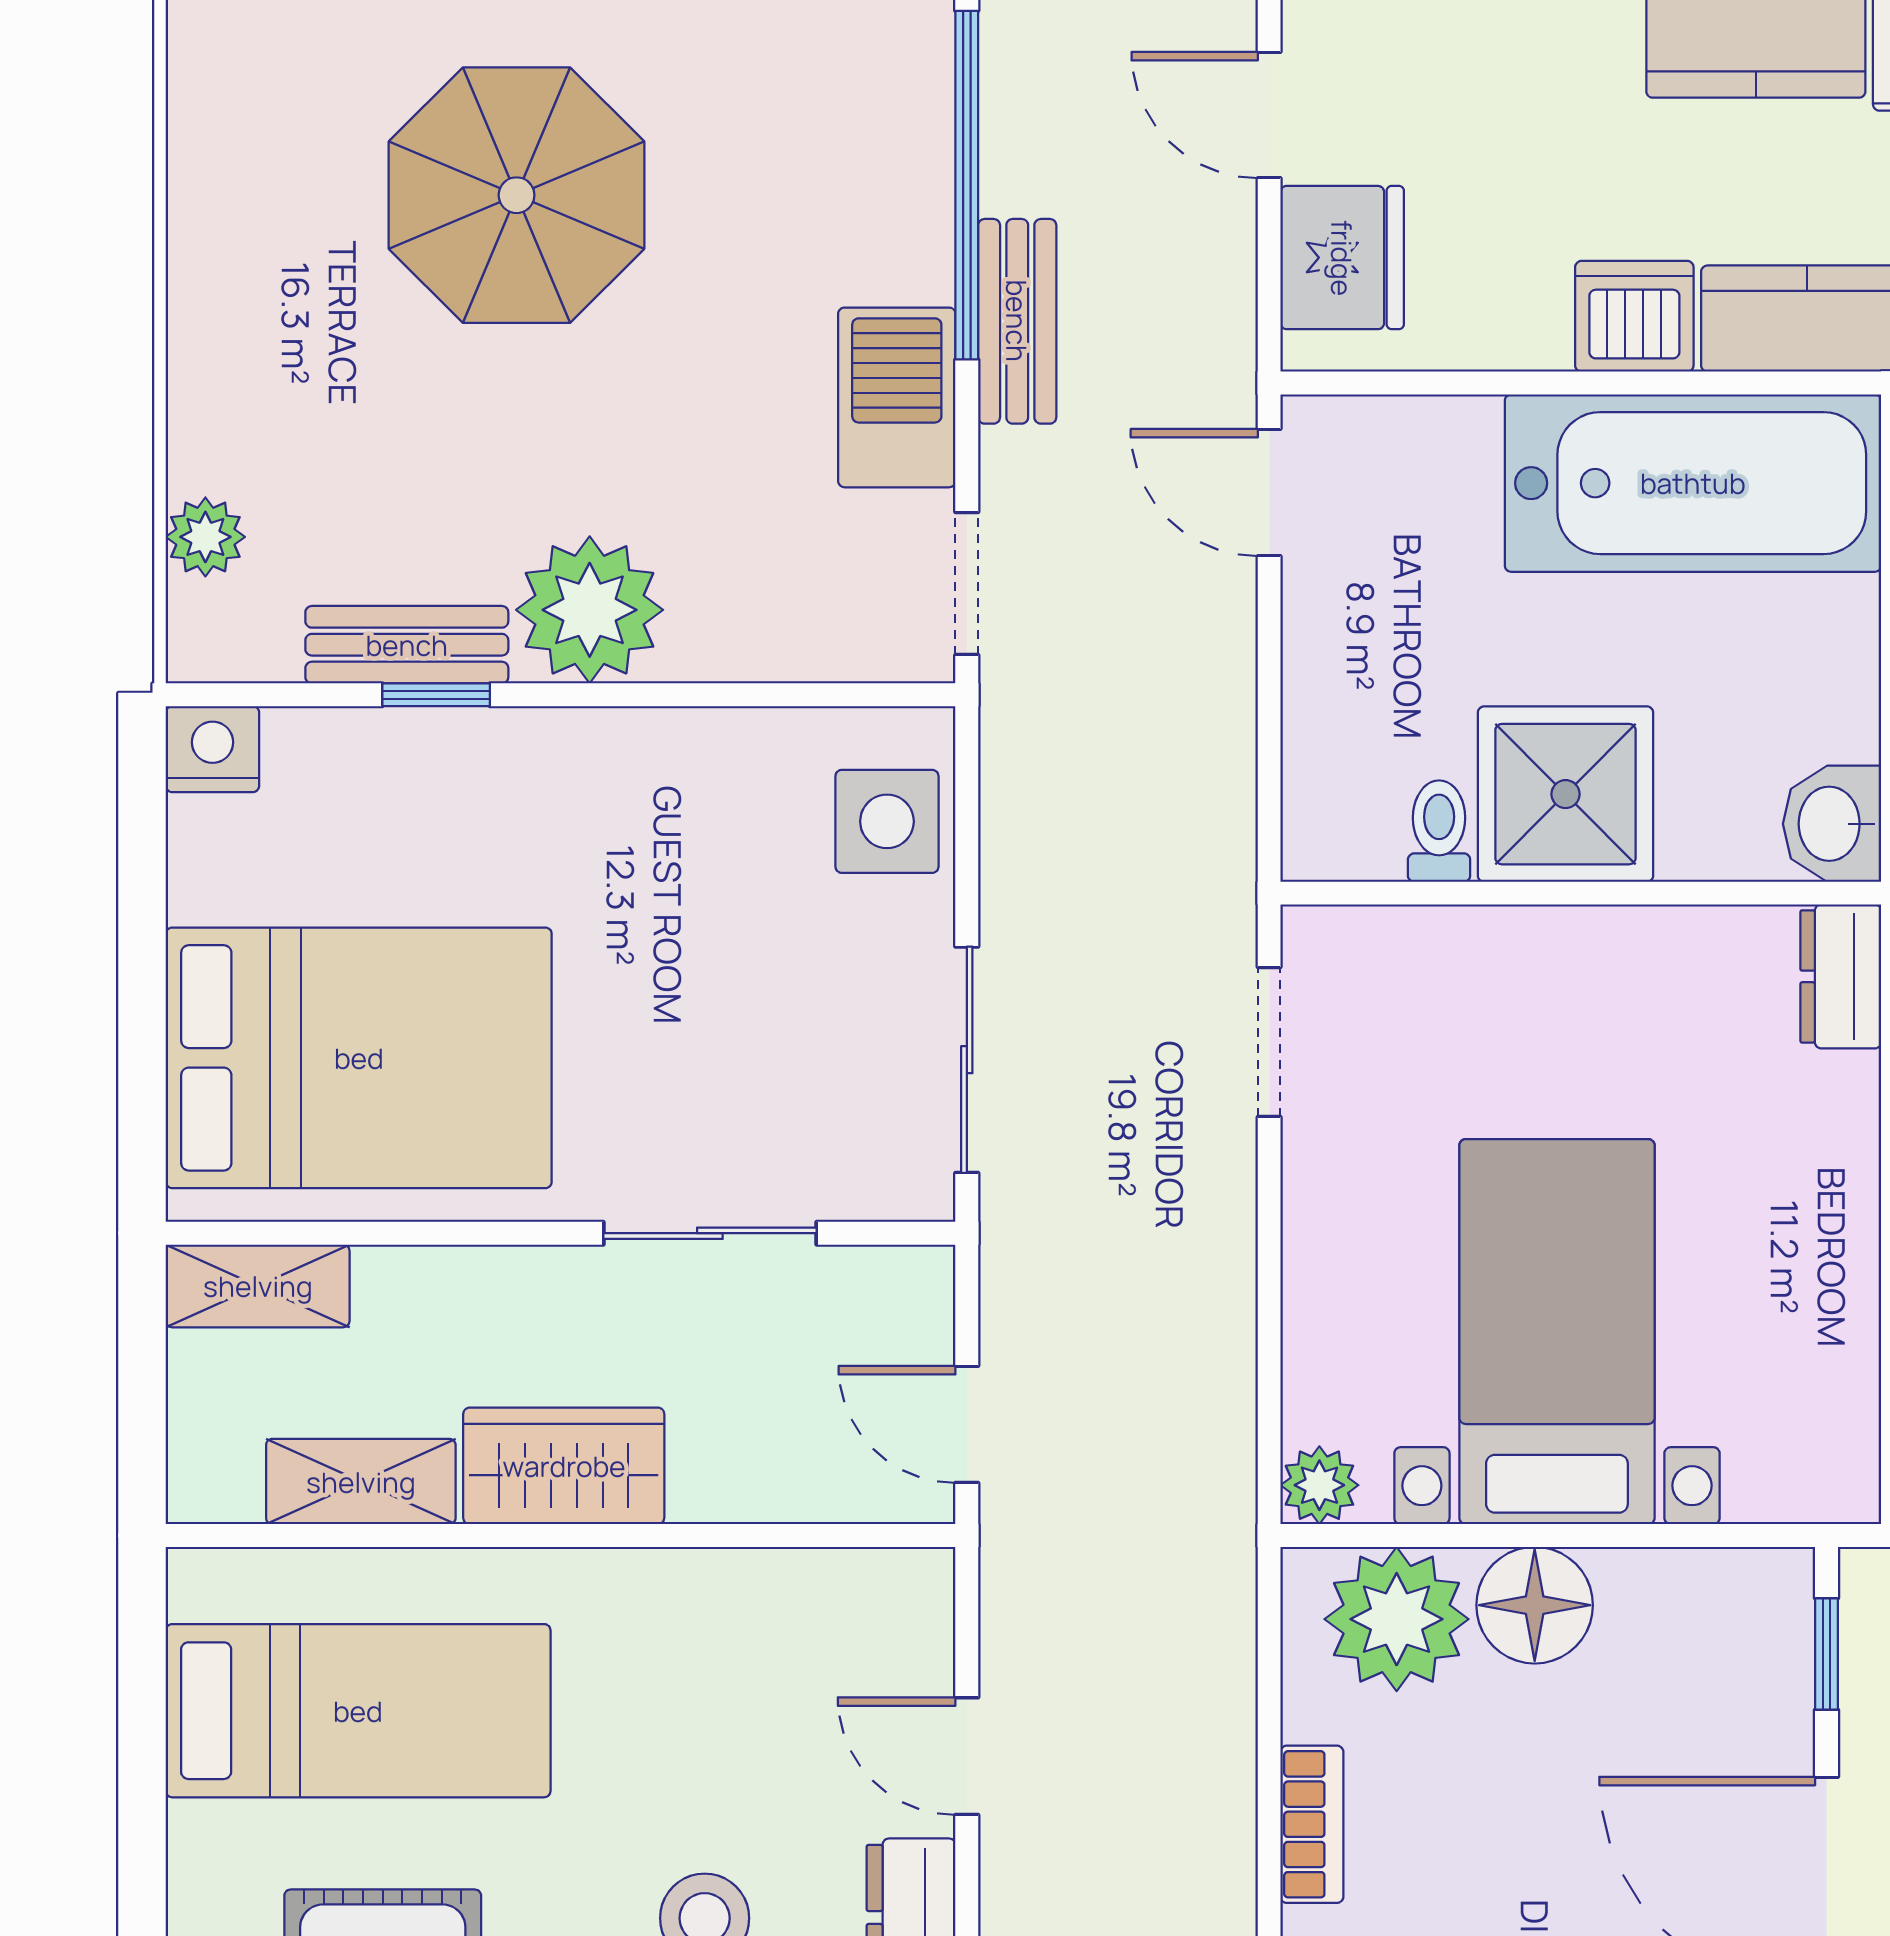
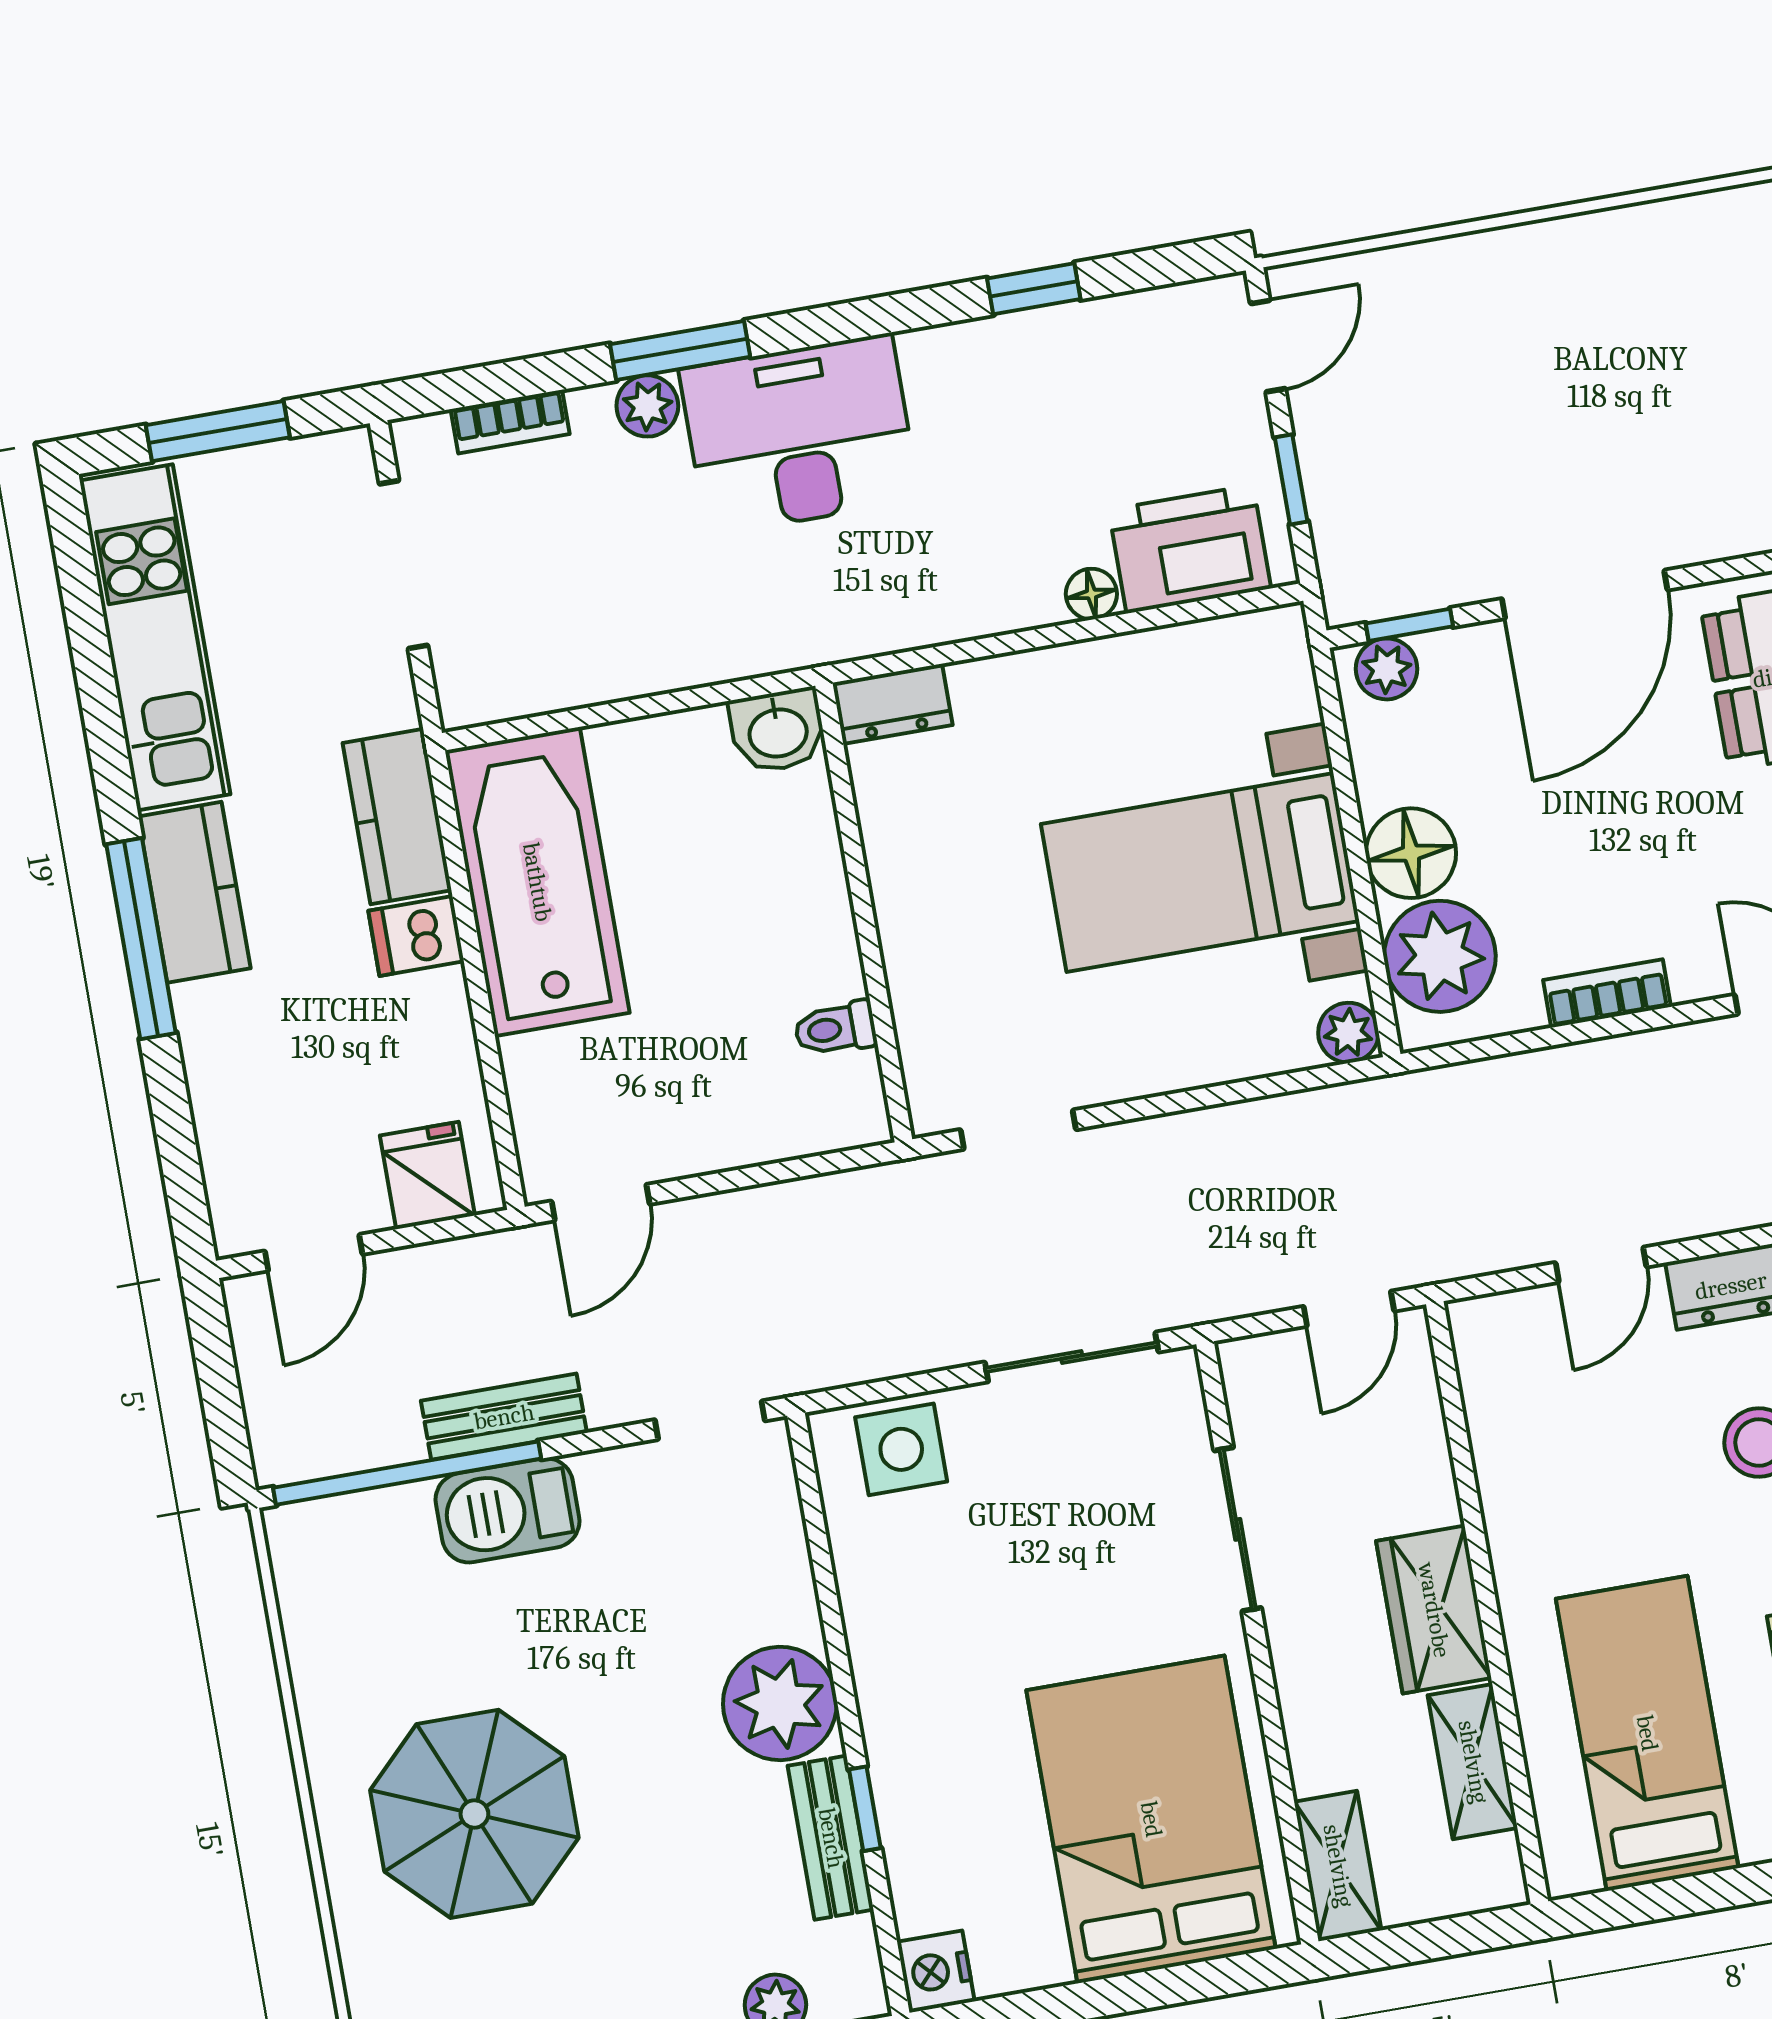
fridge: (1342, 258) -> (427, 1176), width x0.72
dishwasher: (1634, 316) -> (416, 936), width x0.73
barbecue: (897, 397) -> (508, 1510), moved
shower: (1566, 794) -> (790, 937), removed
plant: (1775, 1615) -> (1387, 669), added

